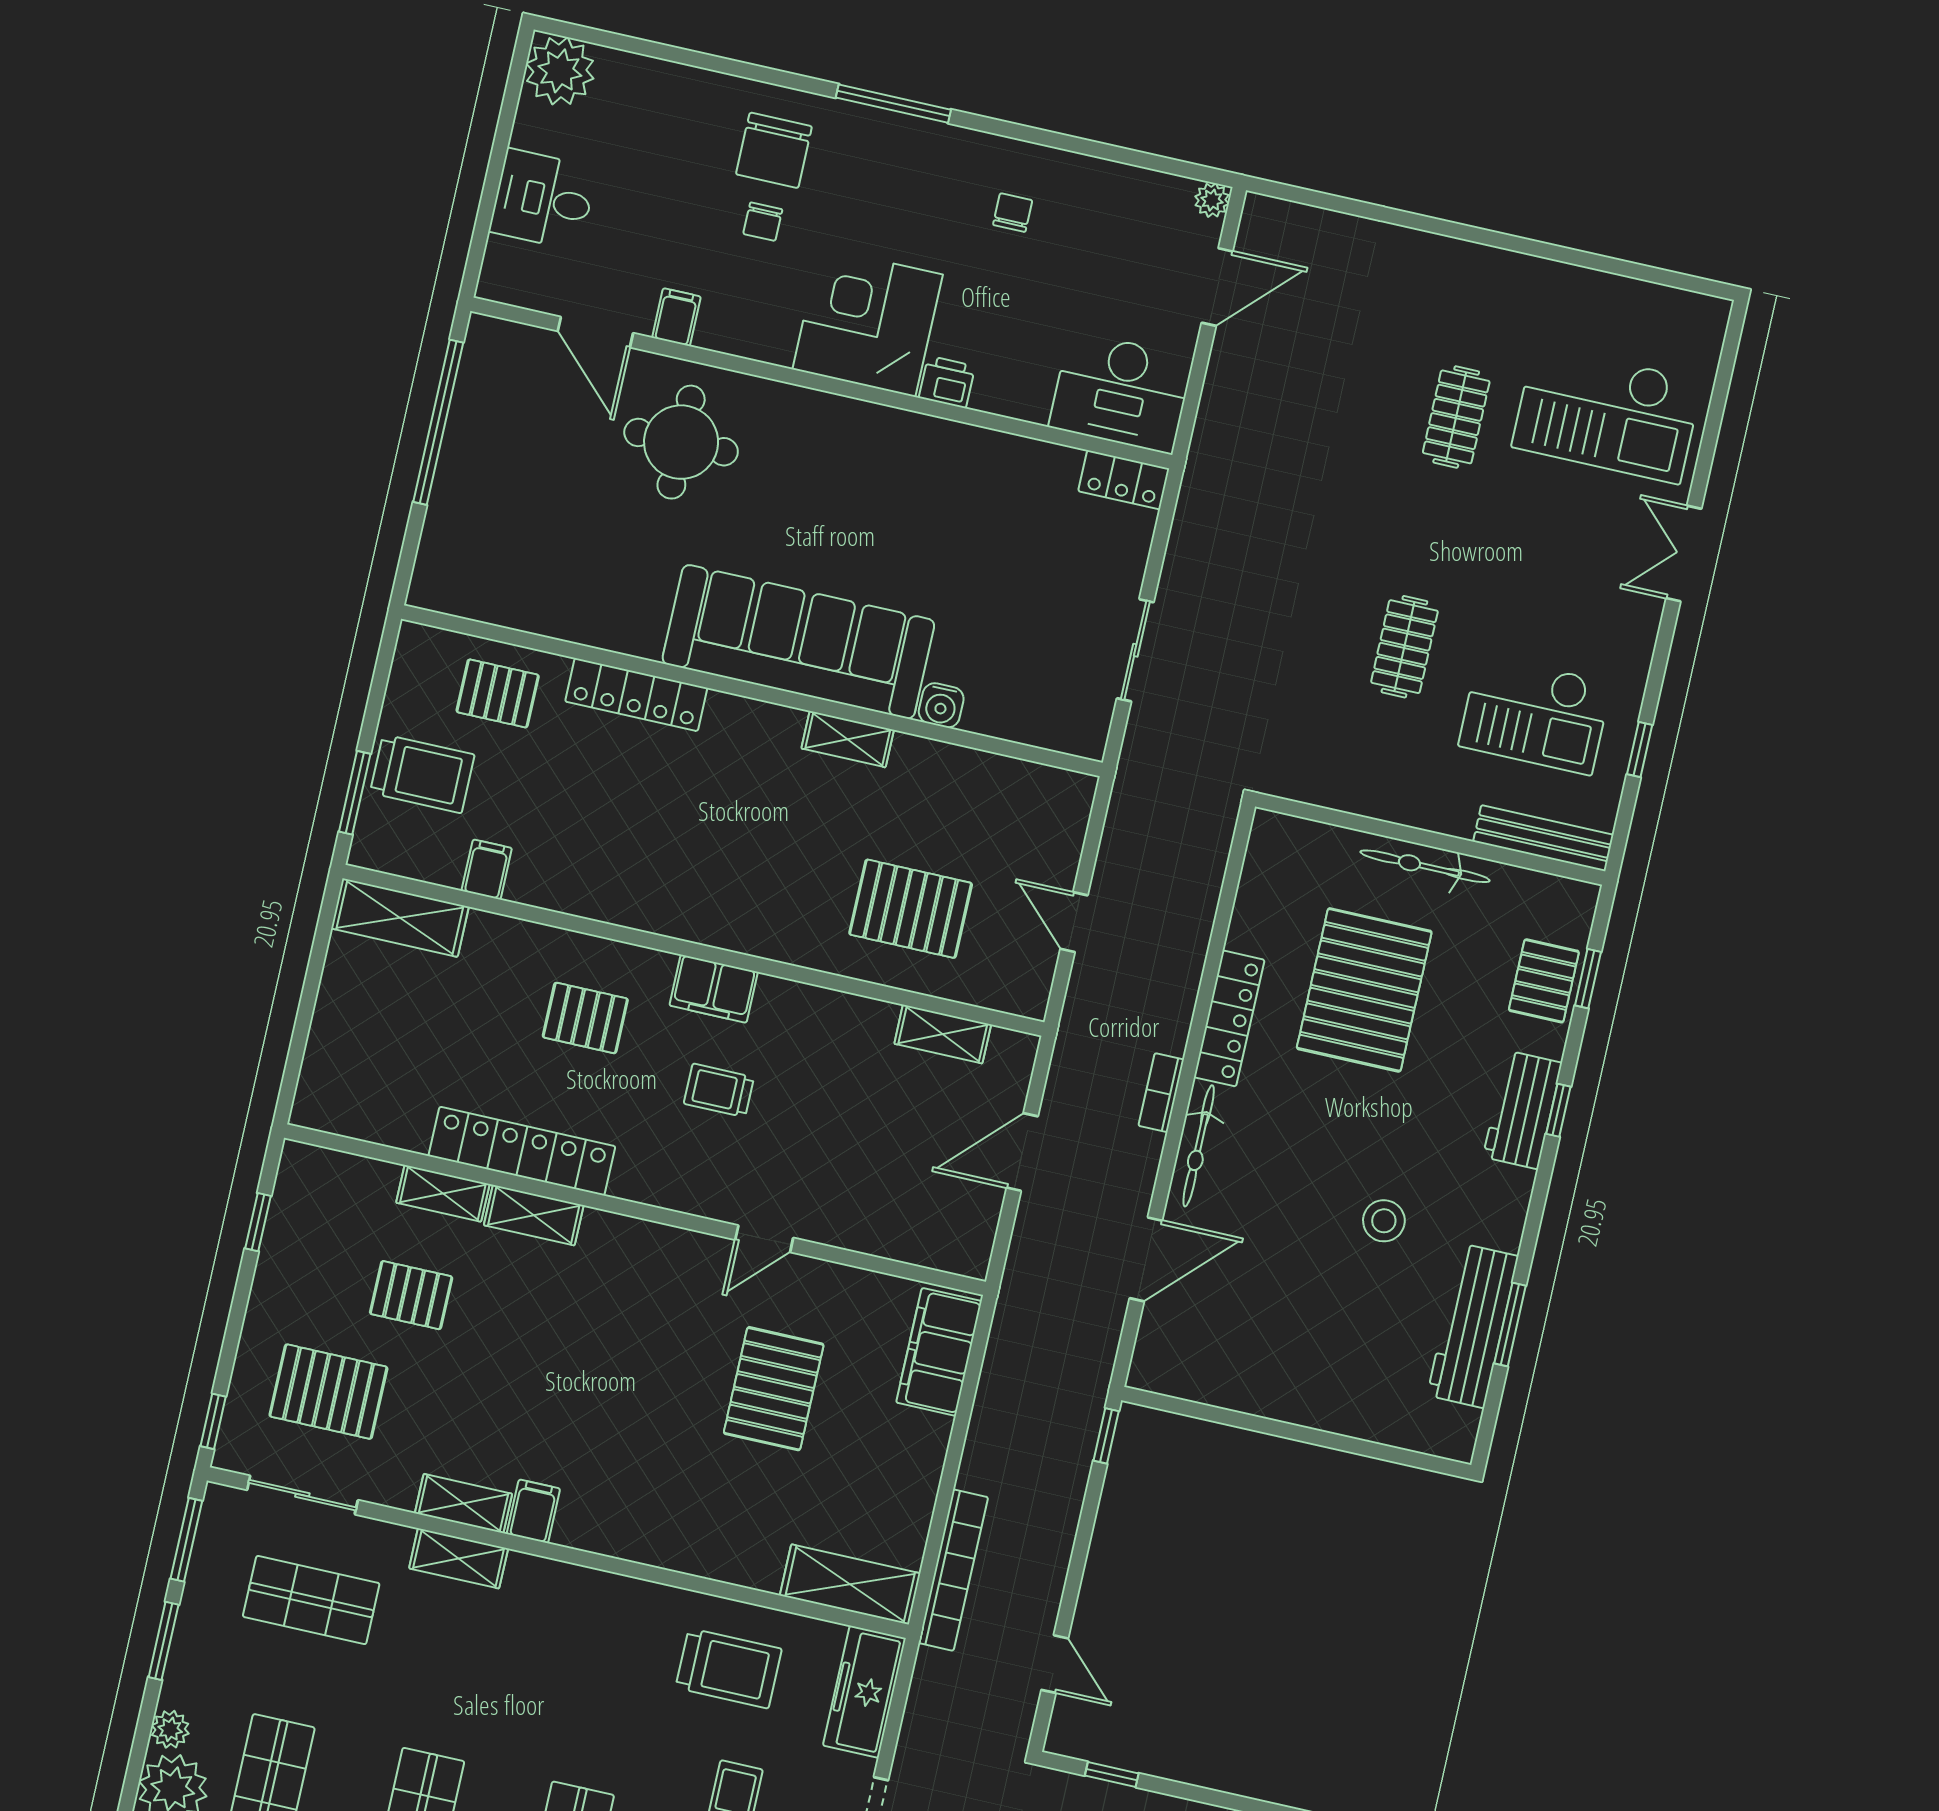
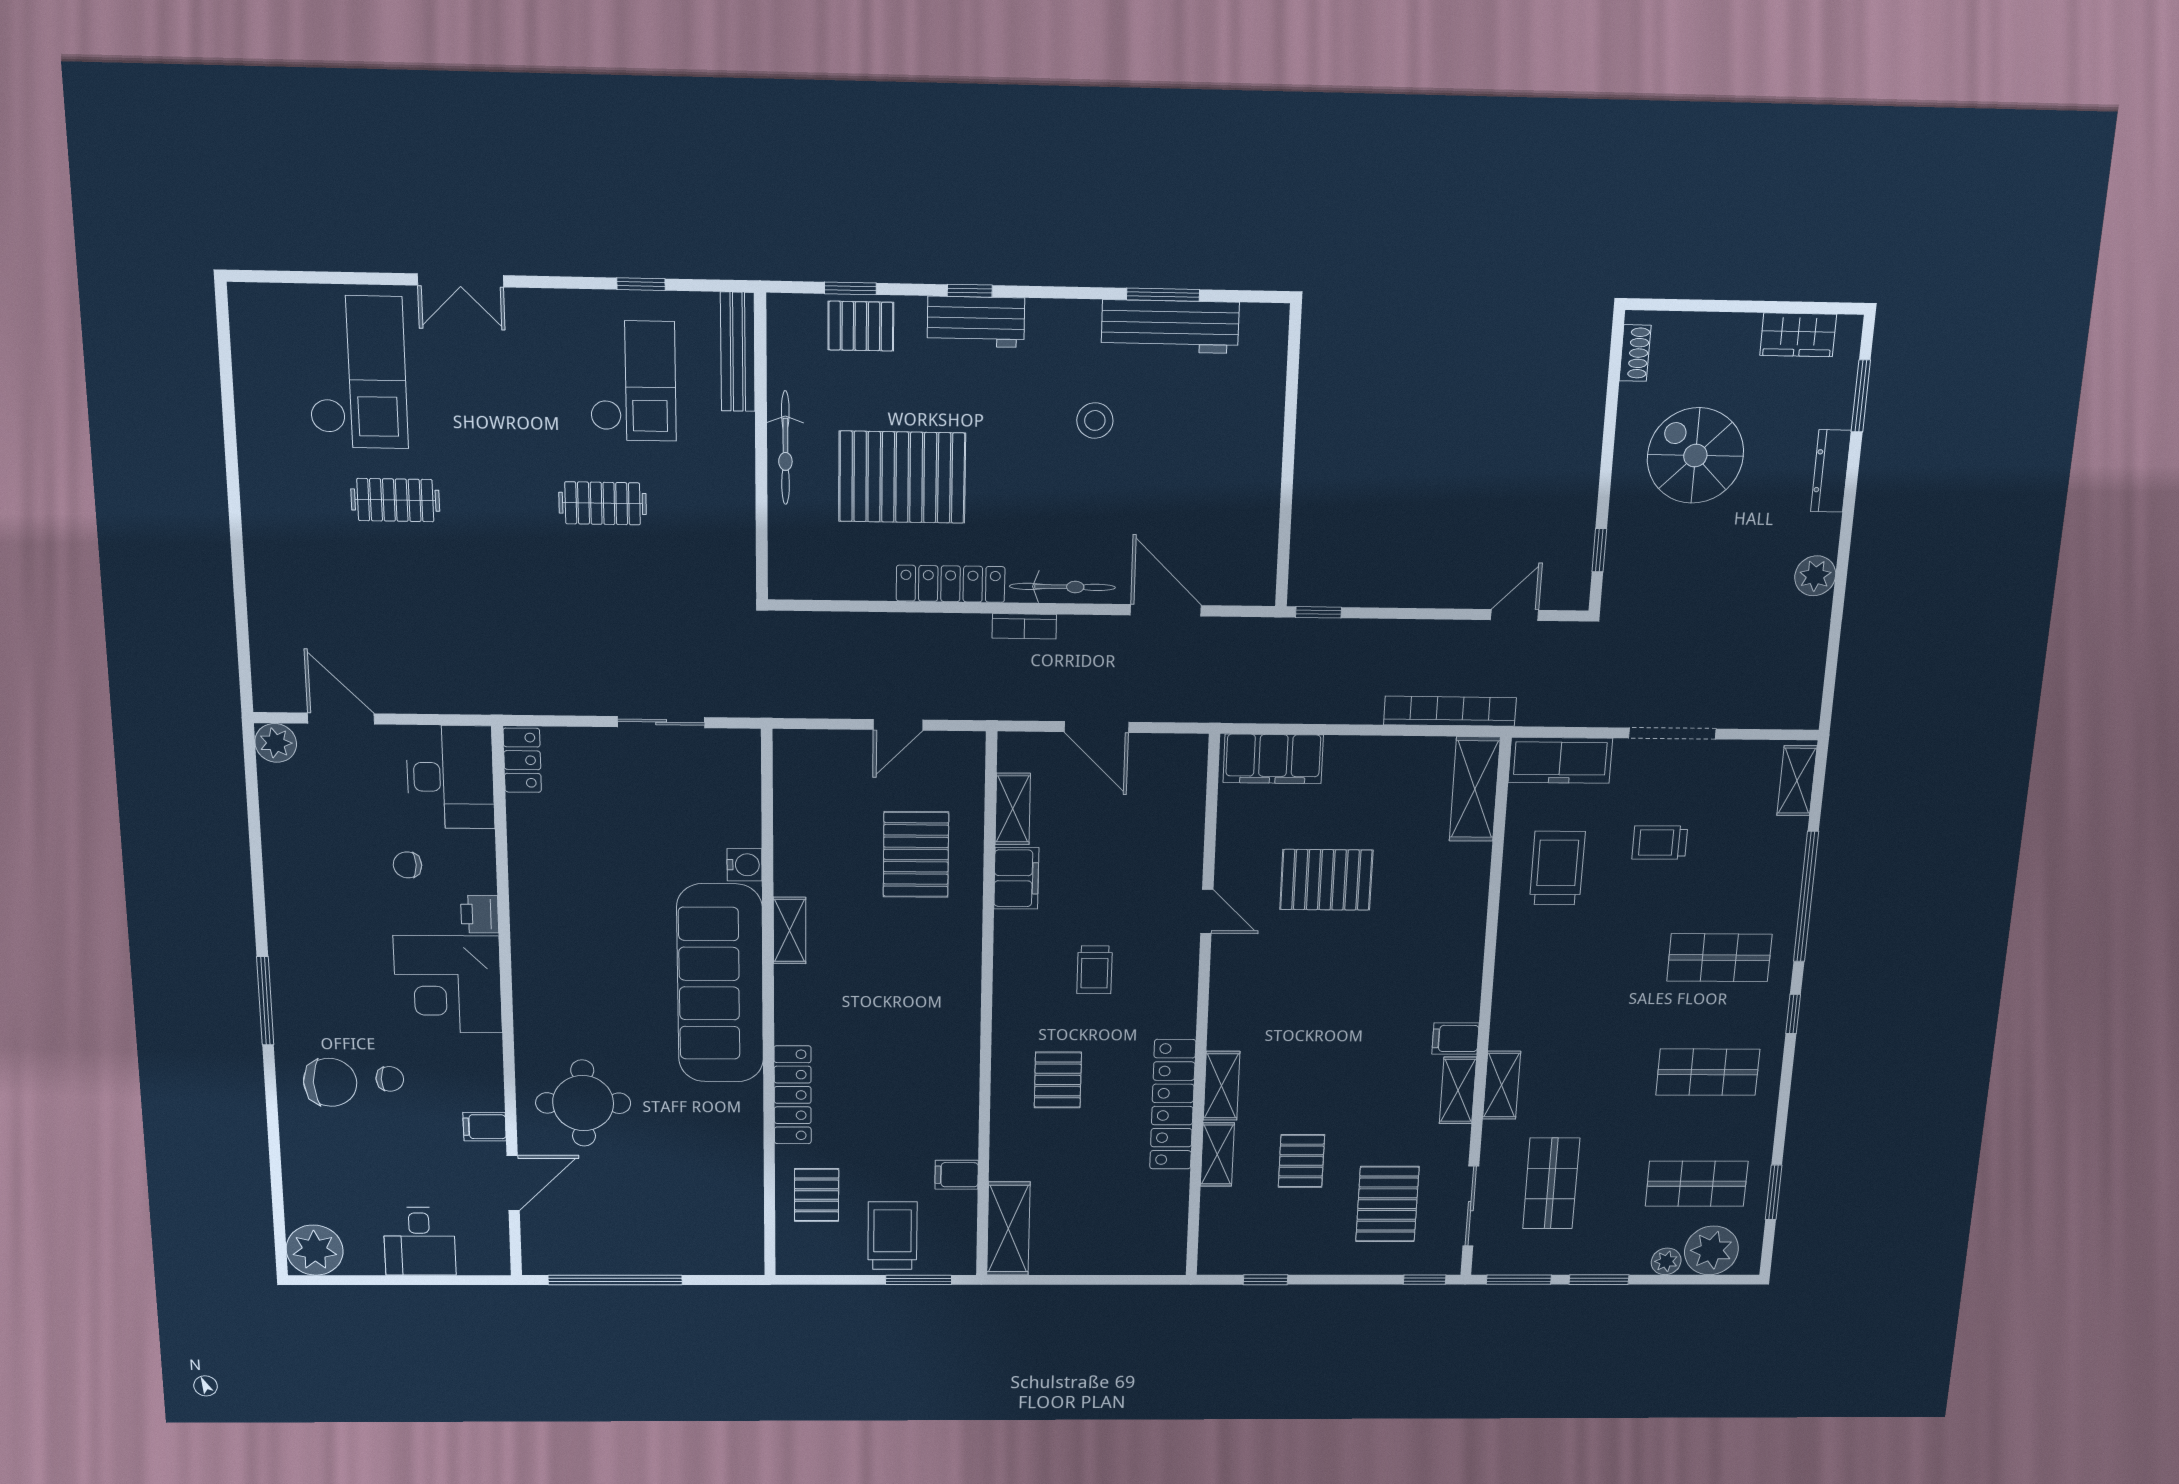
plant: (1212, 200) -> (276, 743), width x1.38, depth x1.38
chair: (1013, 213) -> (407, 865), moved
filing cabinet: (714, 989) -> (1016, 878), moved

